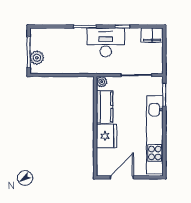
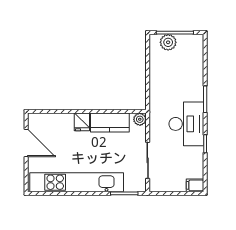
filing cabinet: (152, 35) -> (195, 185), width x0.50
fridge: (107, 136) -> (82, 122), width x0.53, depth x0.75

